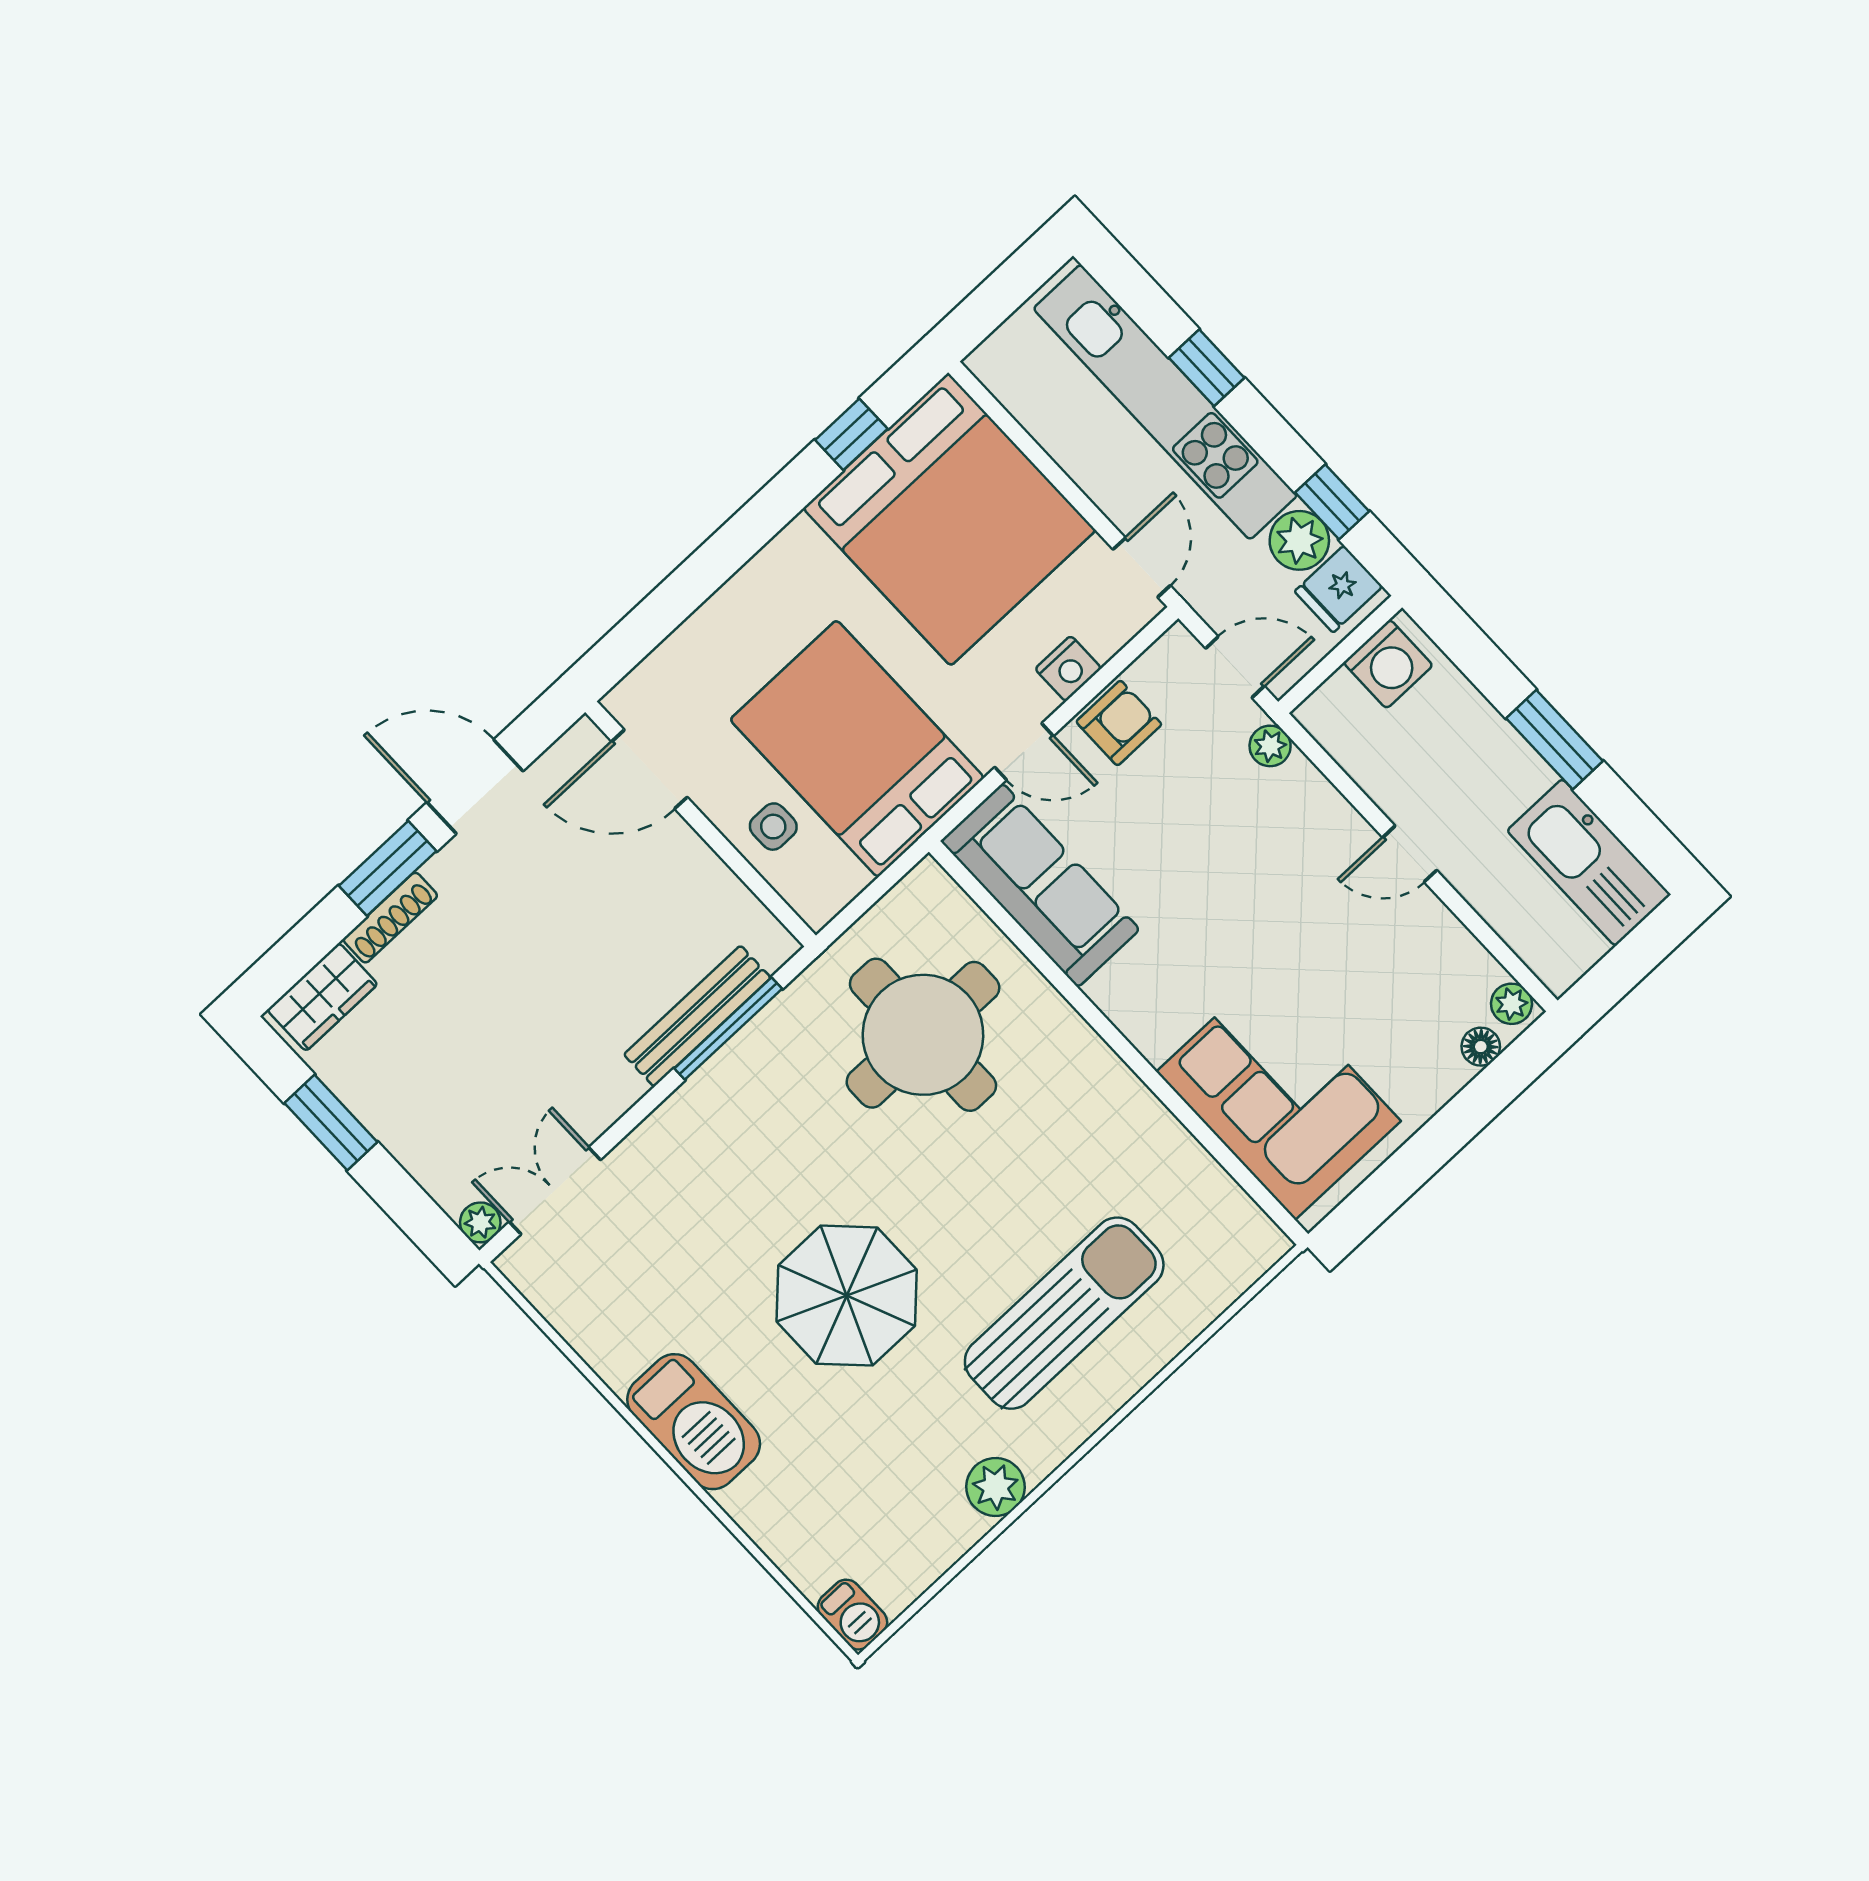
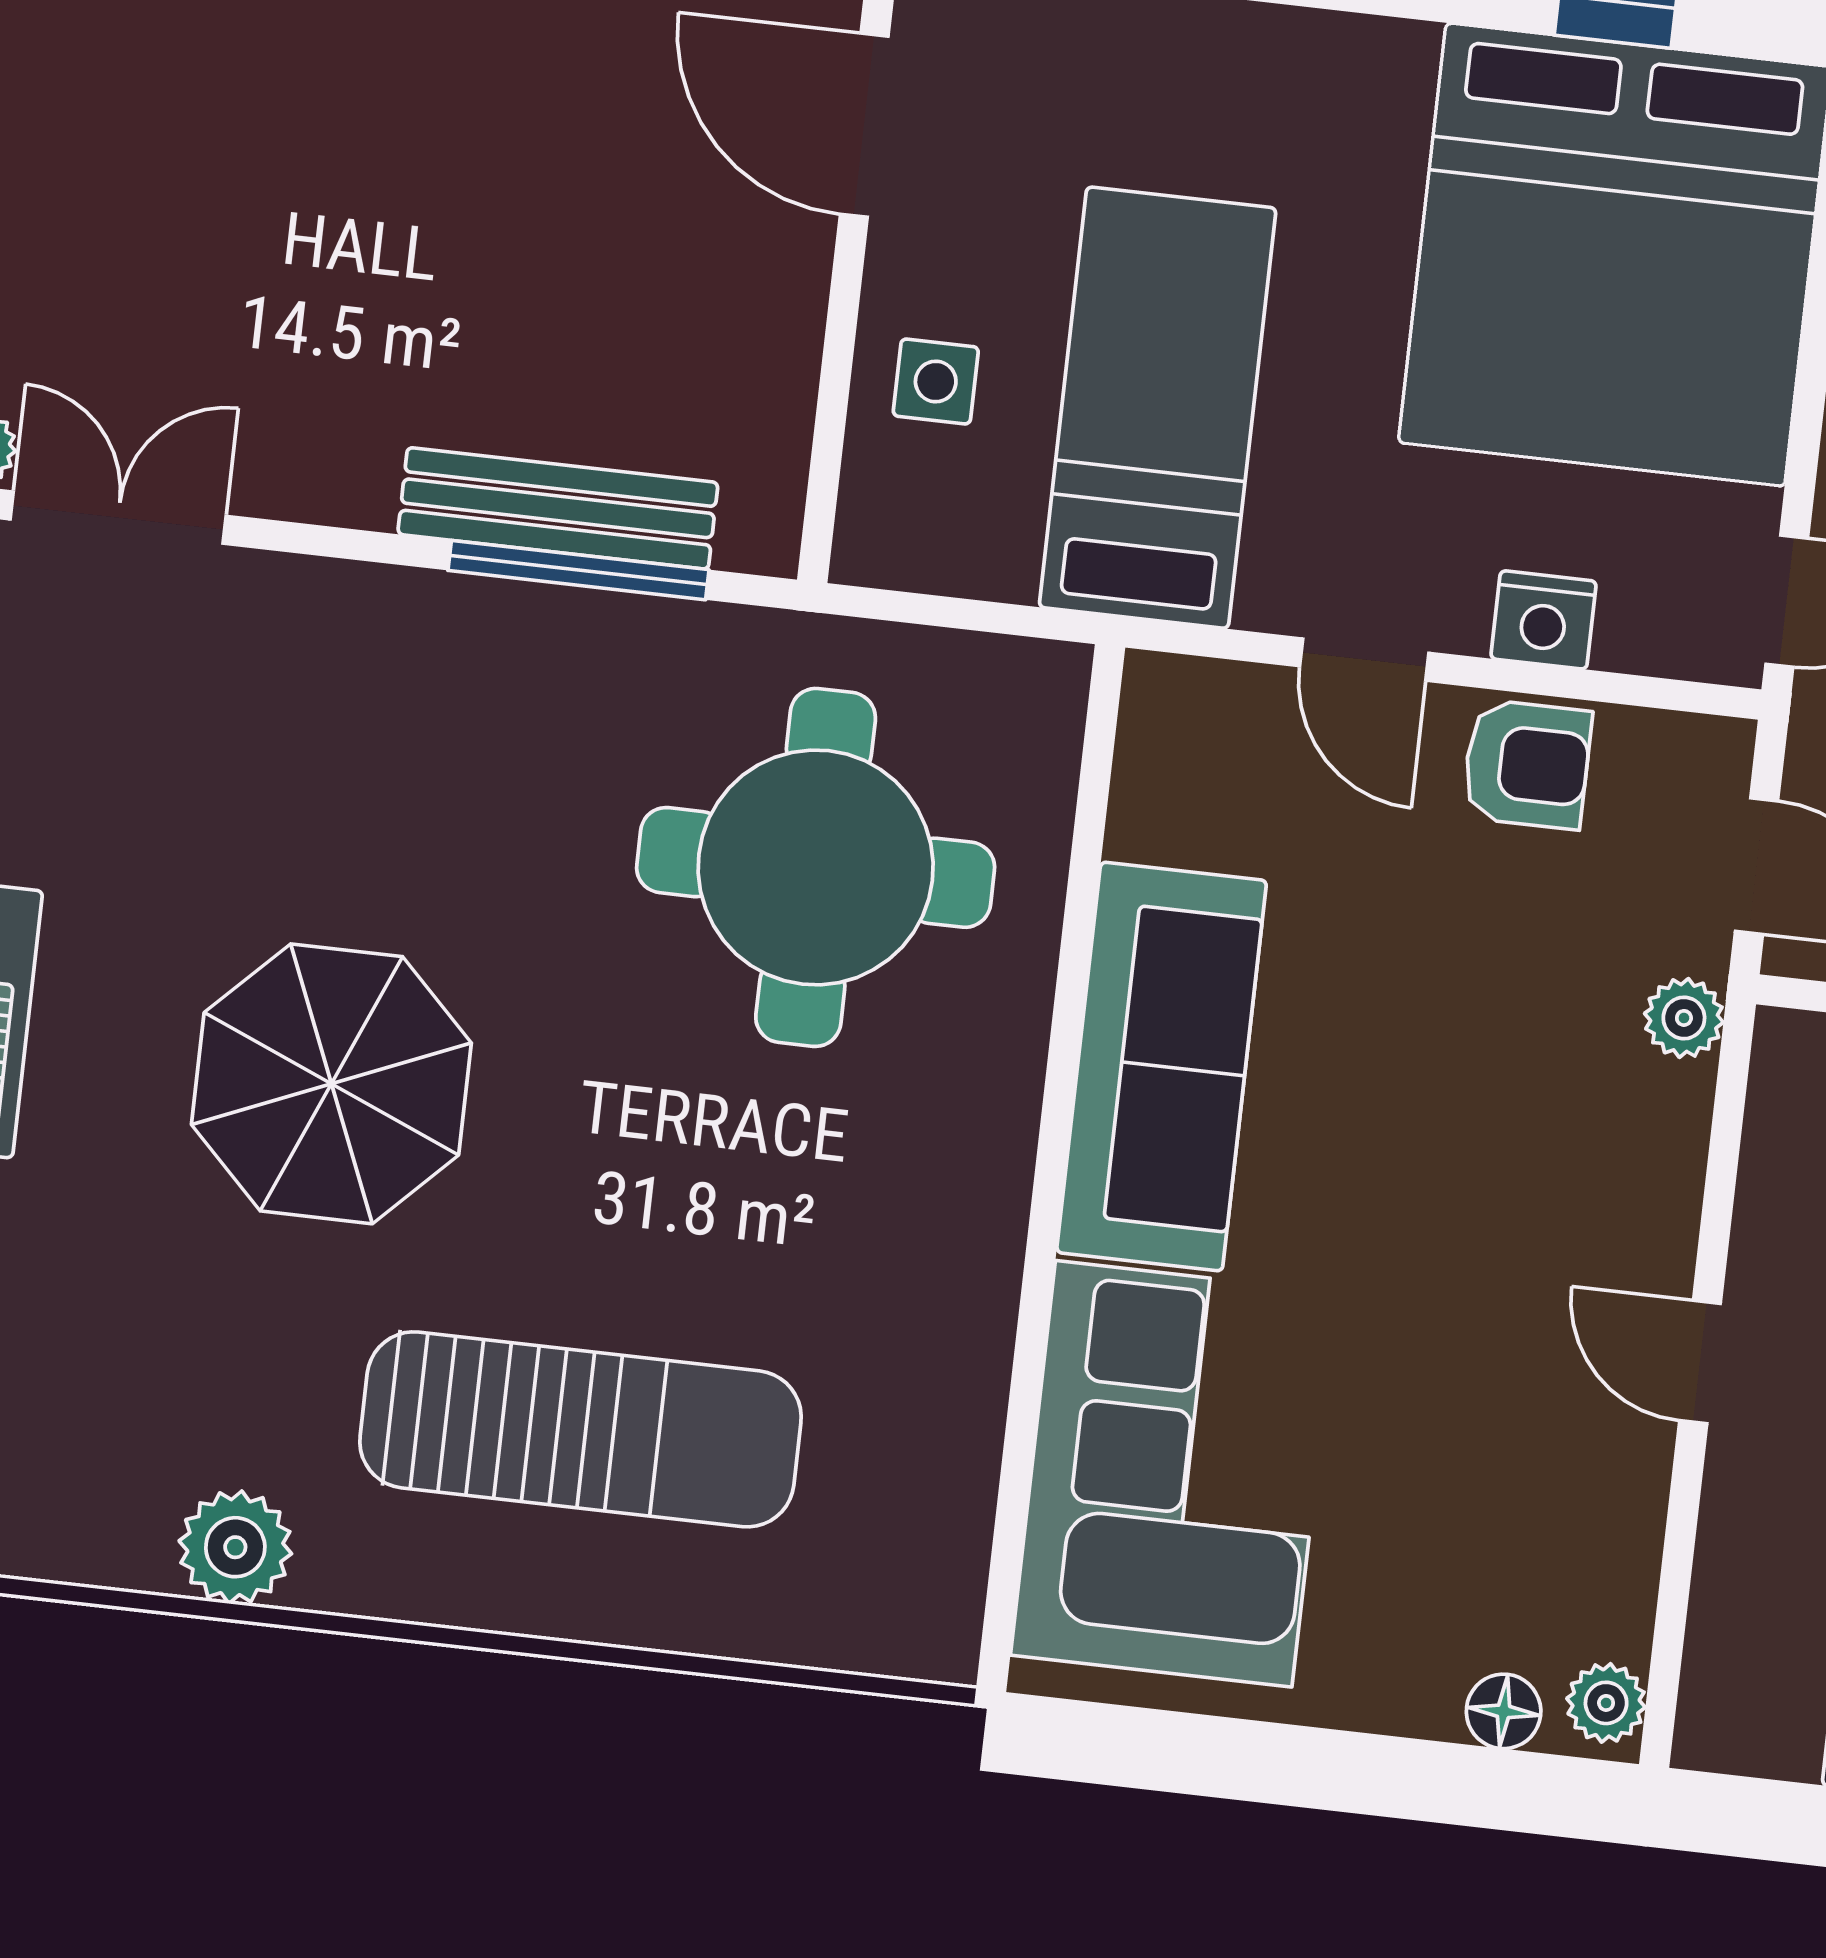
bed: (857, 749) -> (1158, 408), width x0.67
sofa: (1040, 885) -> (1162, 1067), moved

